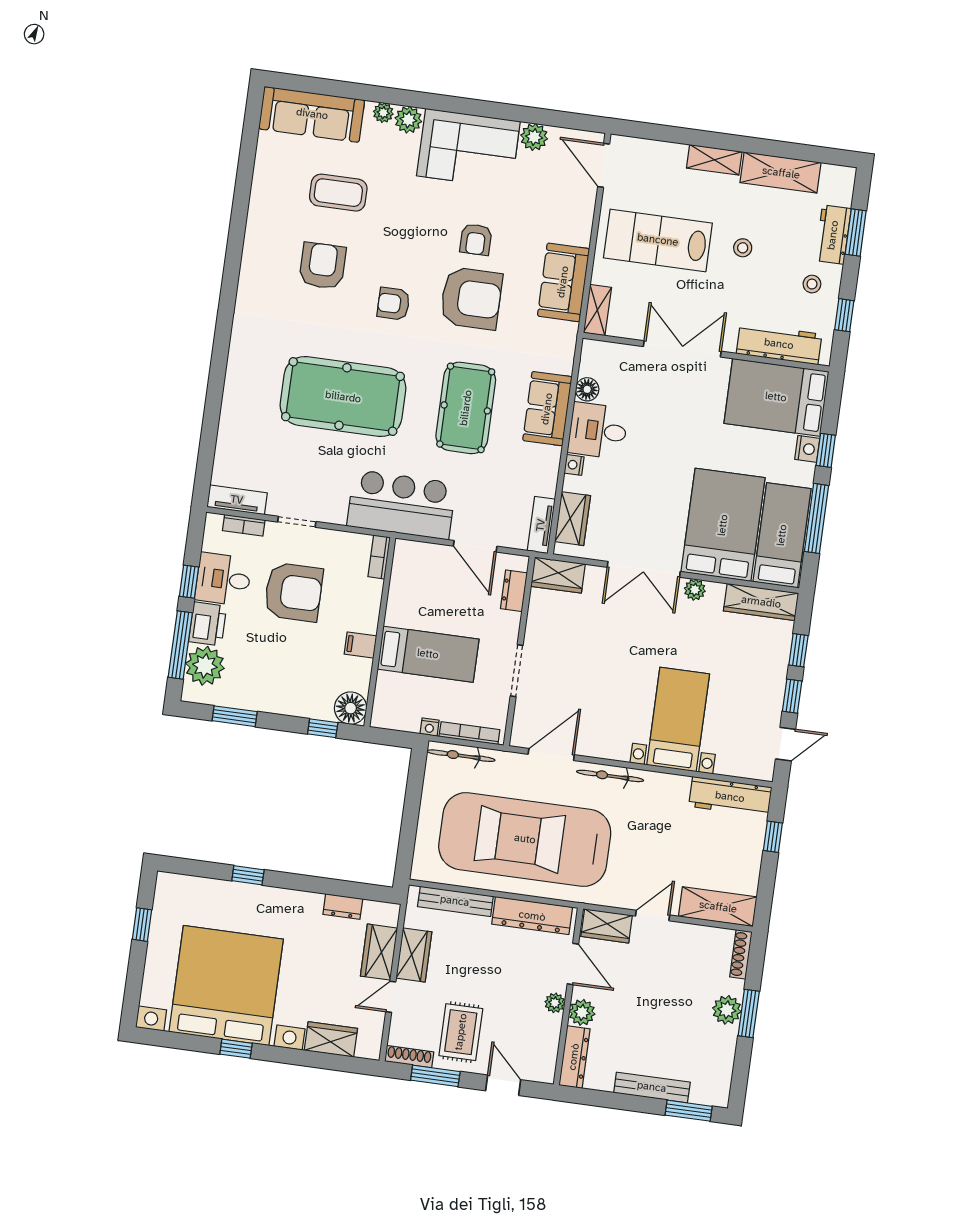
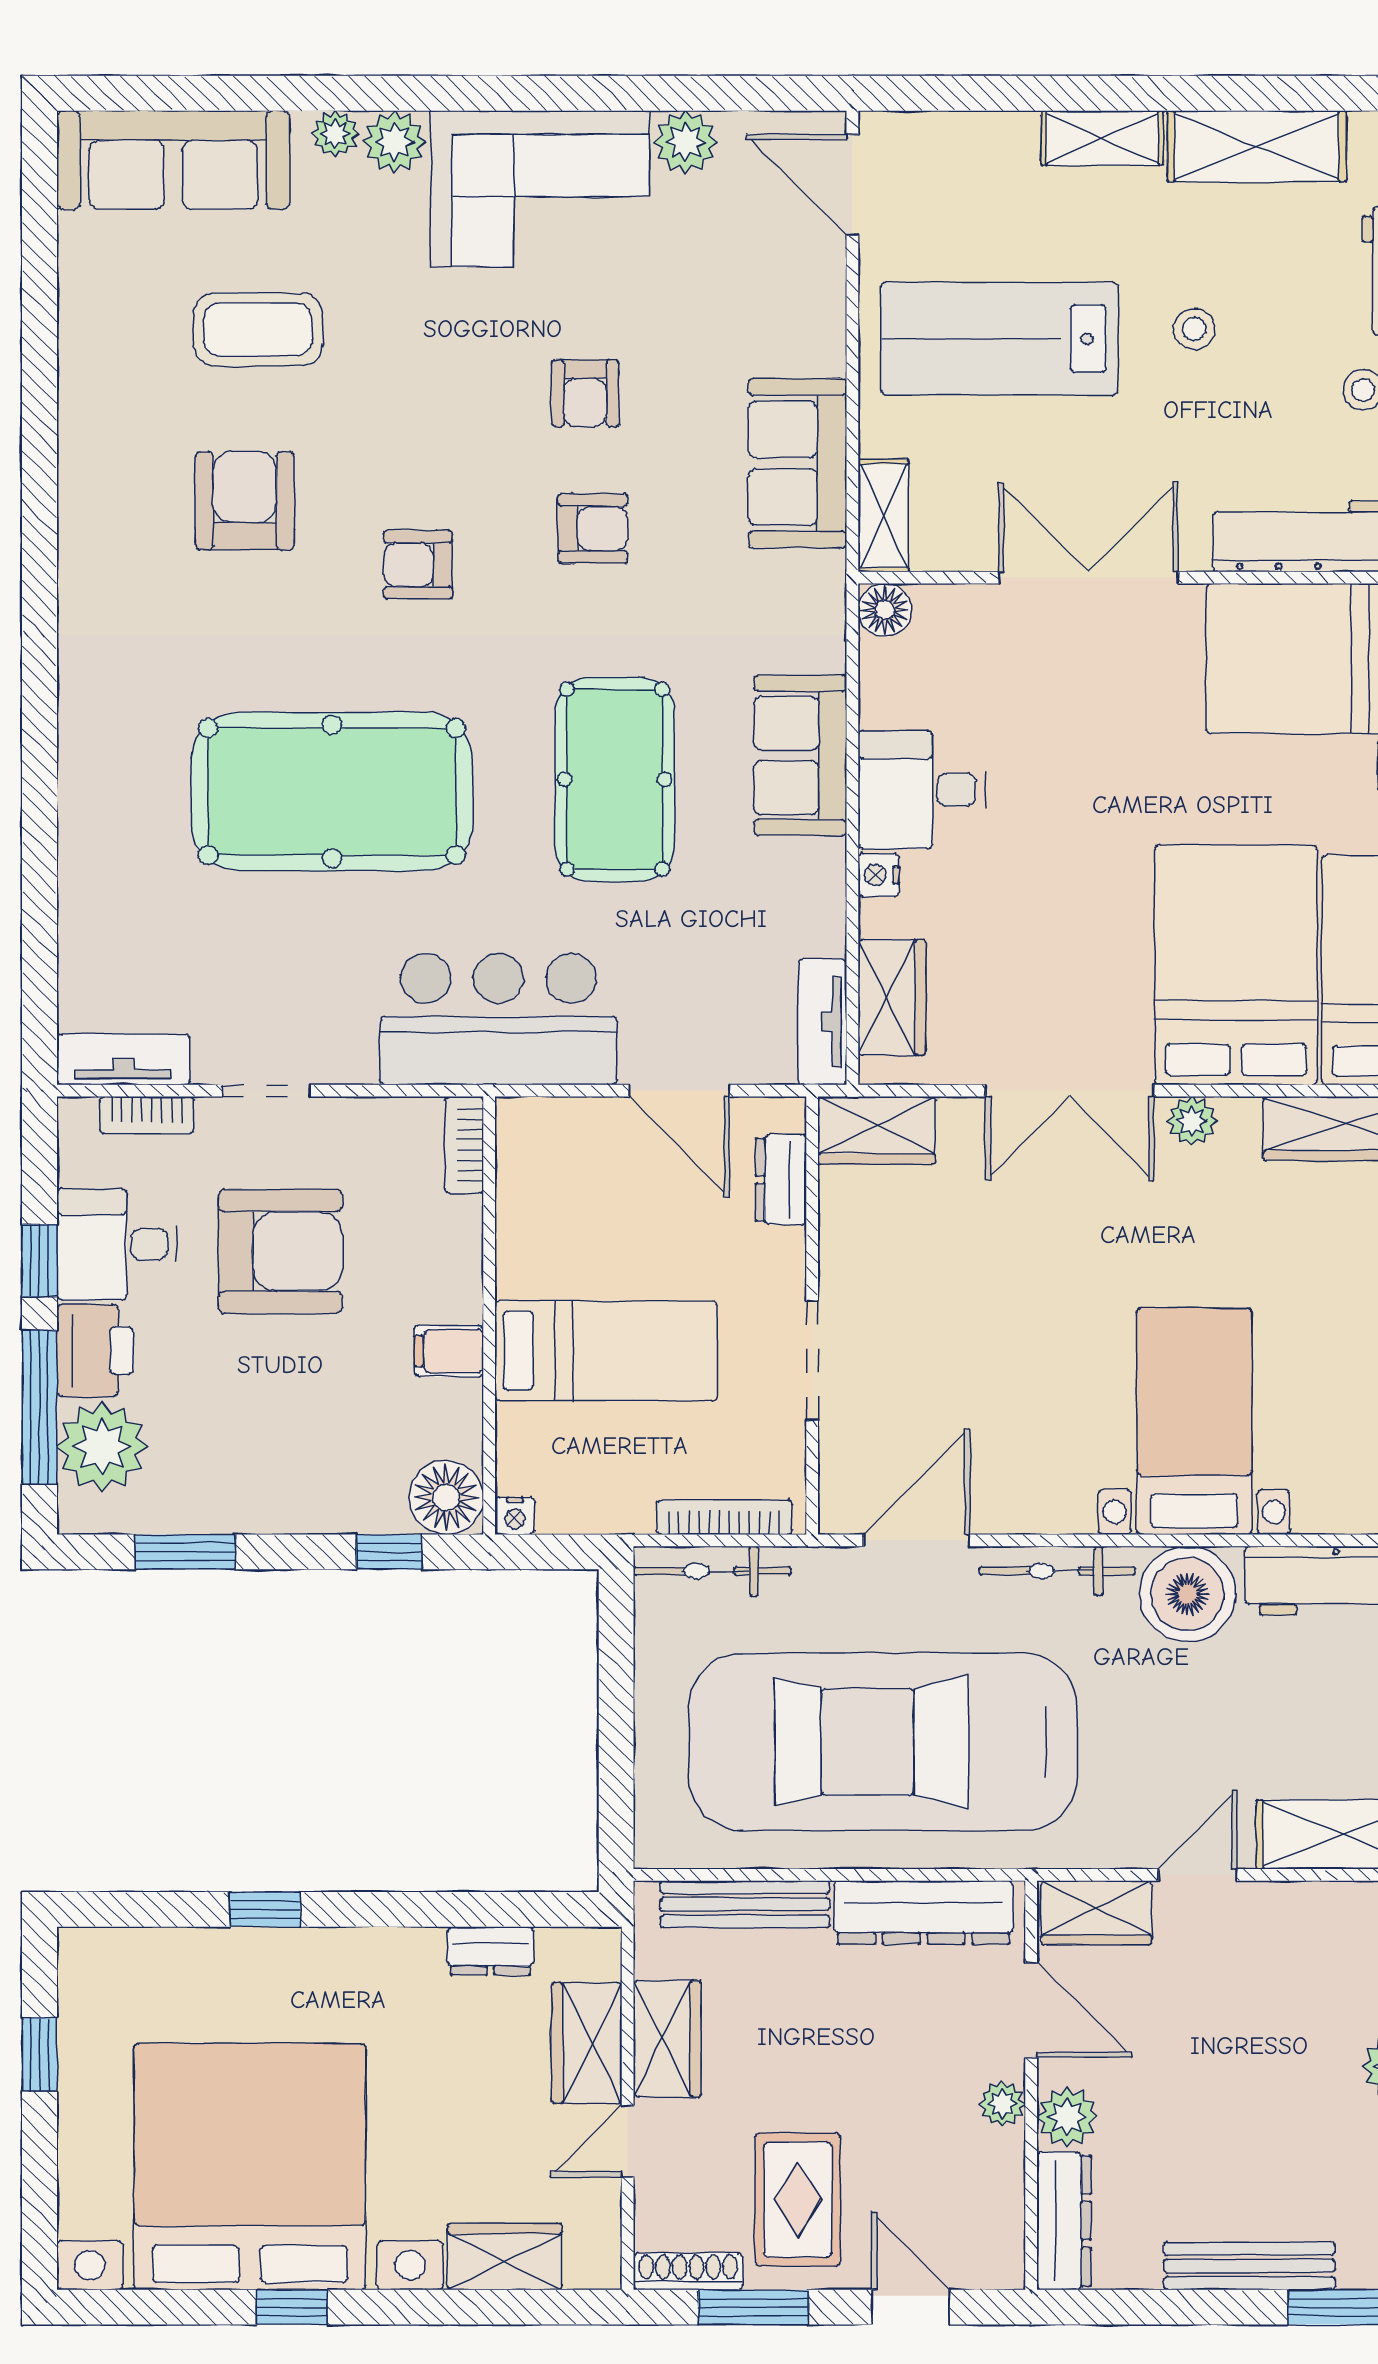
armchair: (471, 298) -> (593, 528), width x0.53, depth x0.53
floor lamp: (587, 389) -> (885, 610), moved
nightstand: (430, 727) -> (515, 1516), moved
boiler: (665, 794) -> (1188, 1594), added

